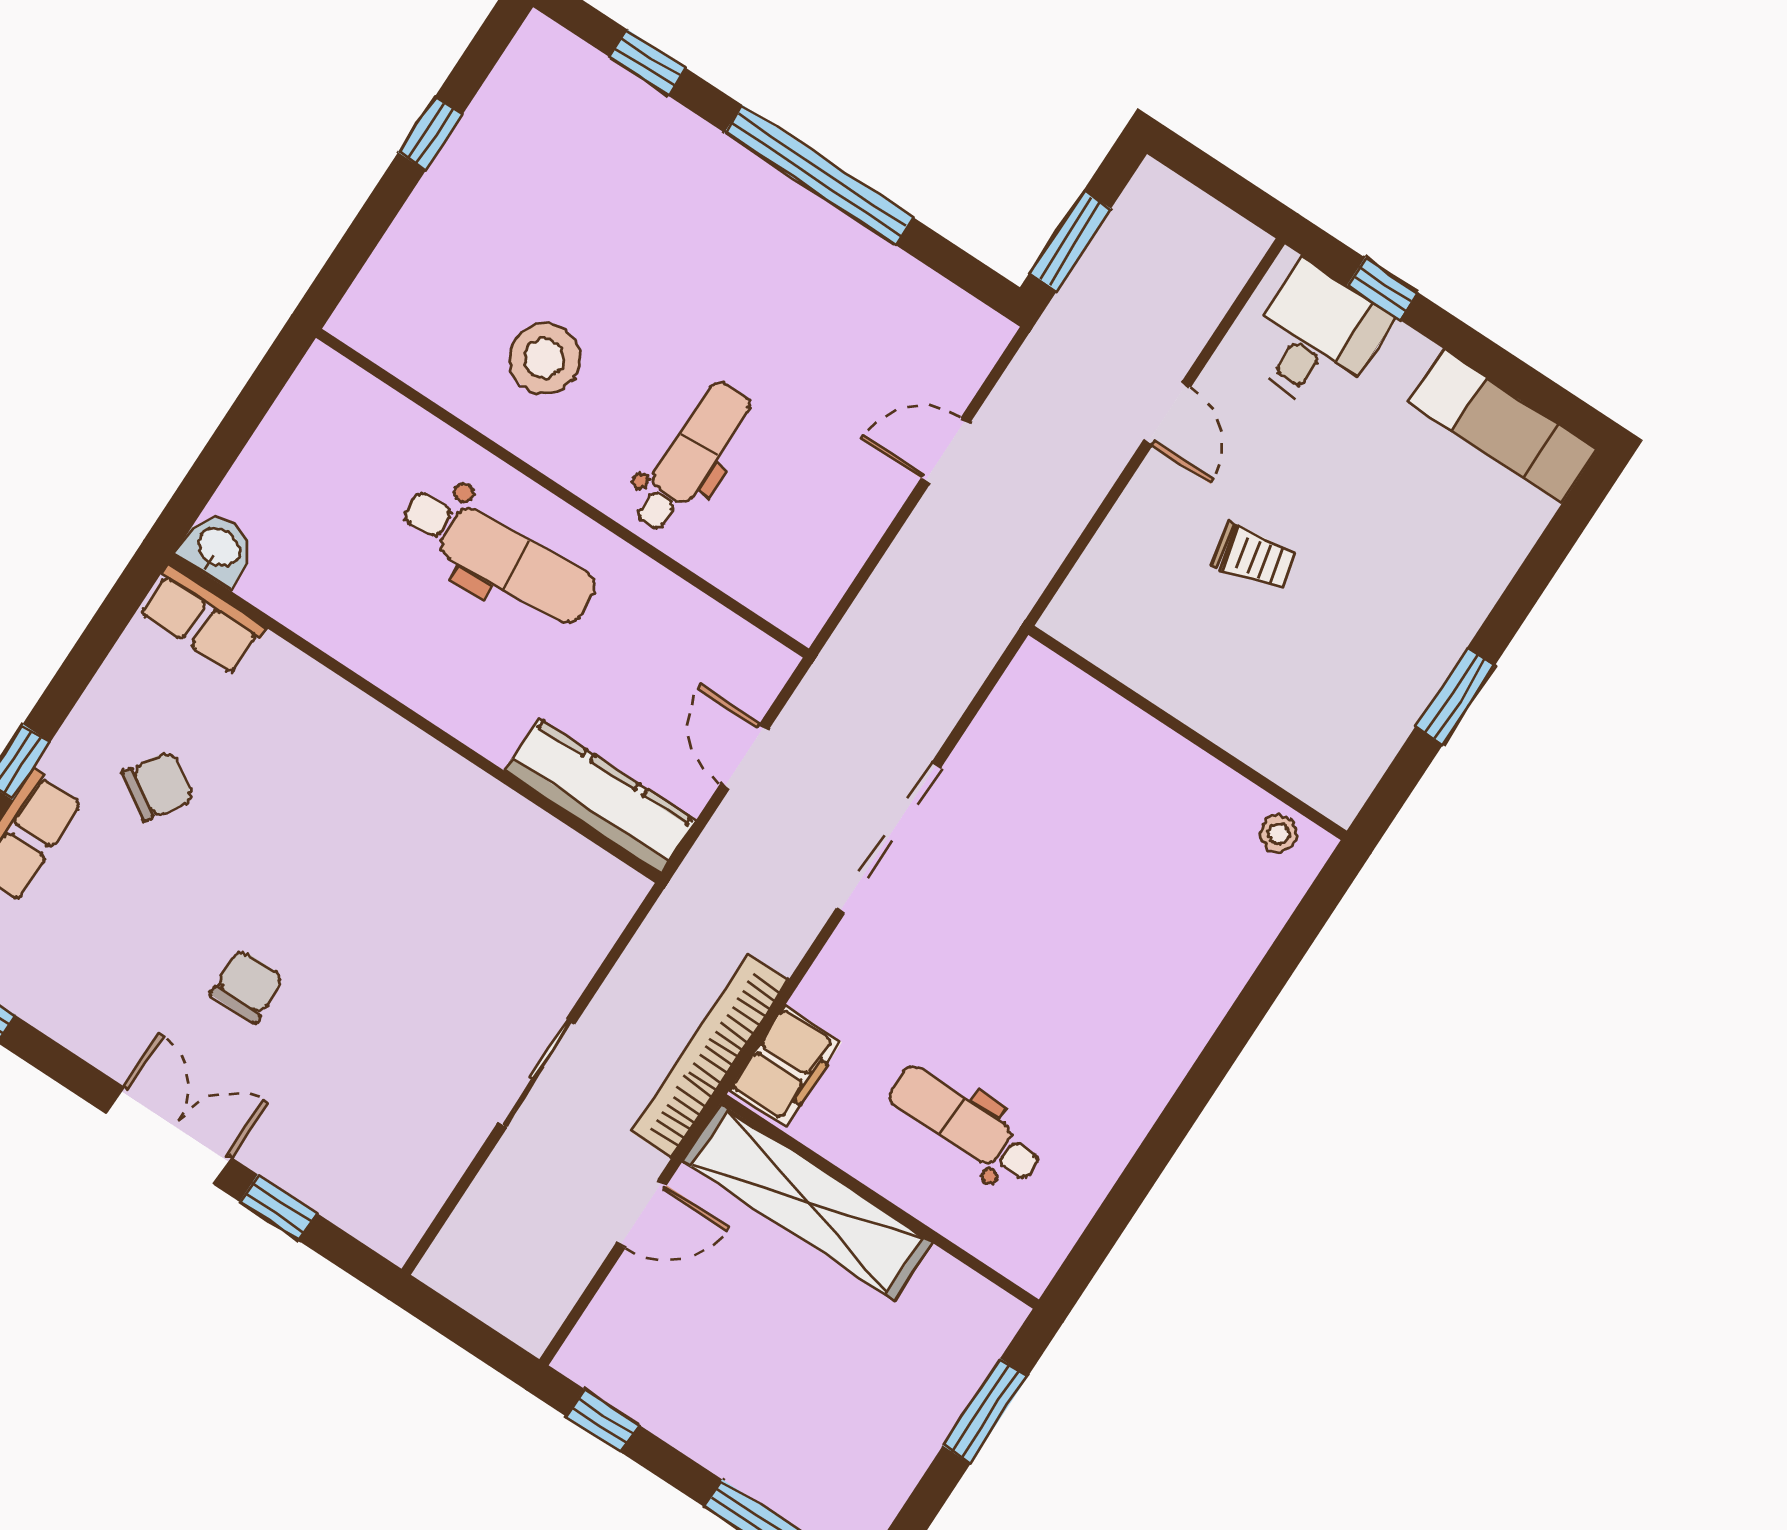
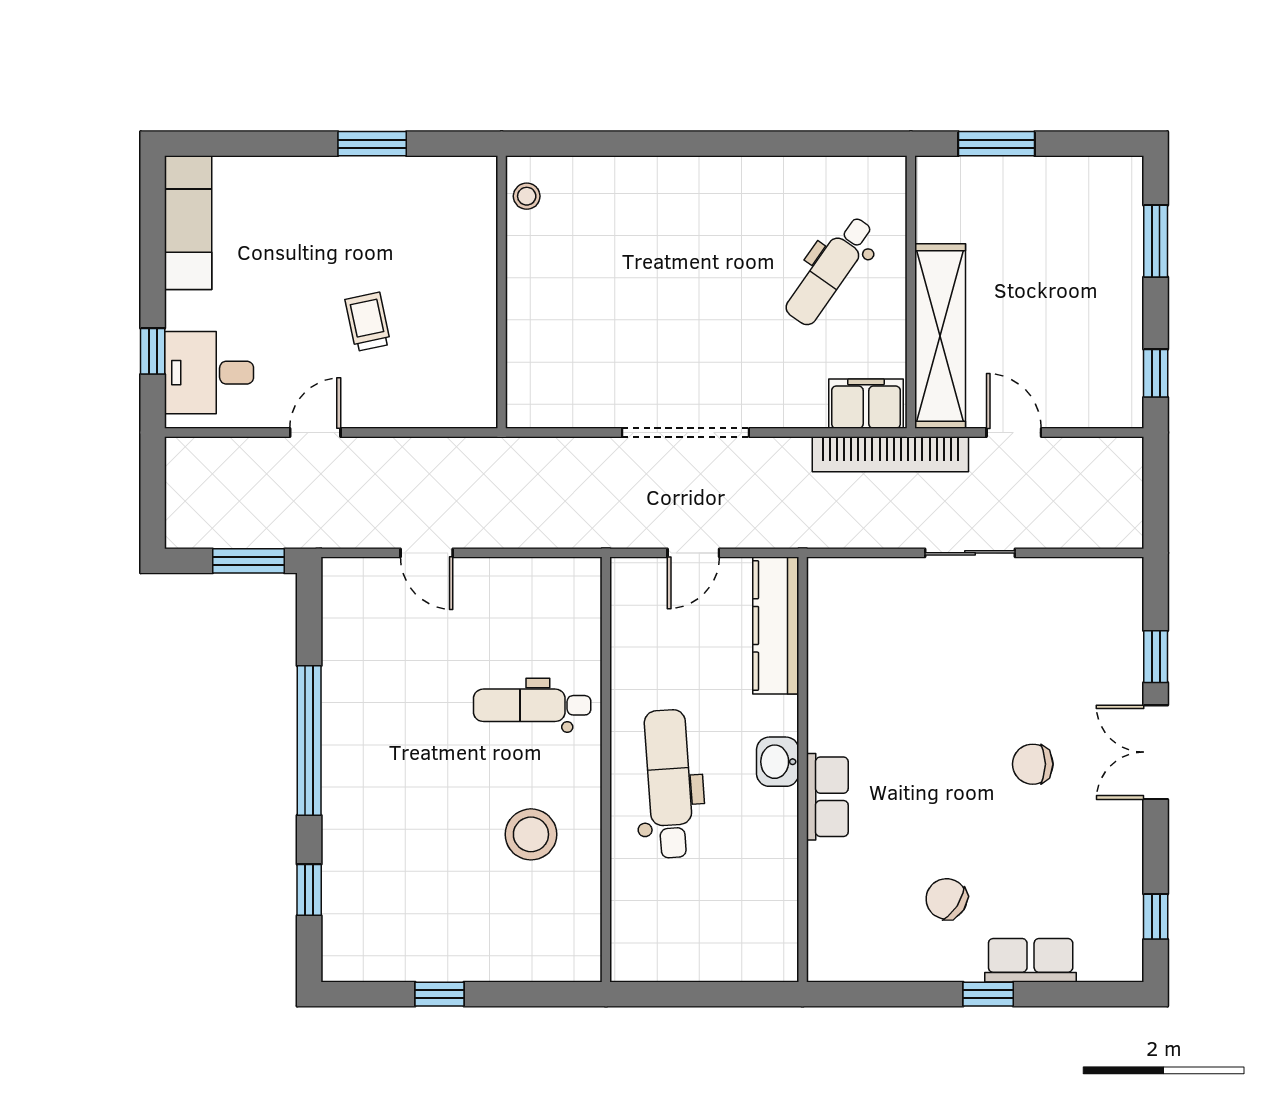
washbasin: (218, 548) -> (778, 762), moved
row of seats: (202, 619) -> (827, 797), moved
dental chair: (965, 1125) -> (830, 271), turned 35

